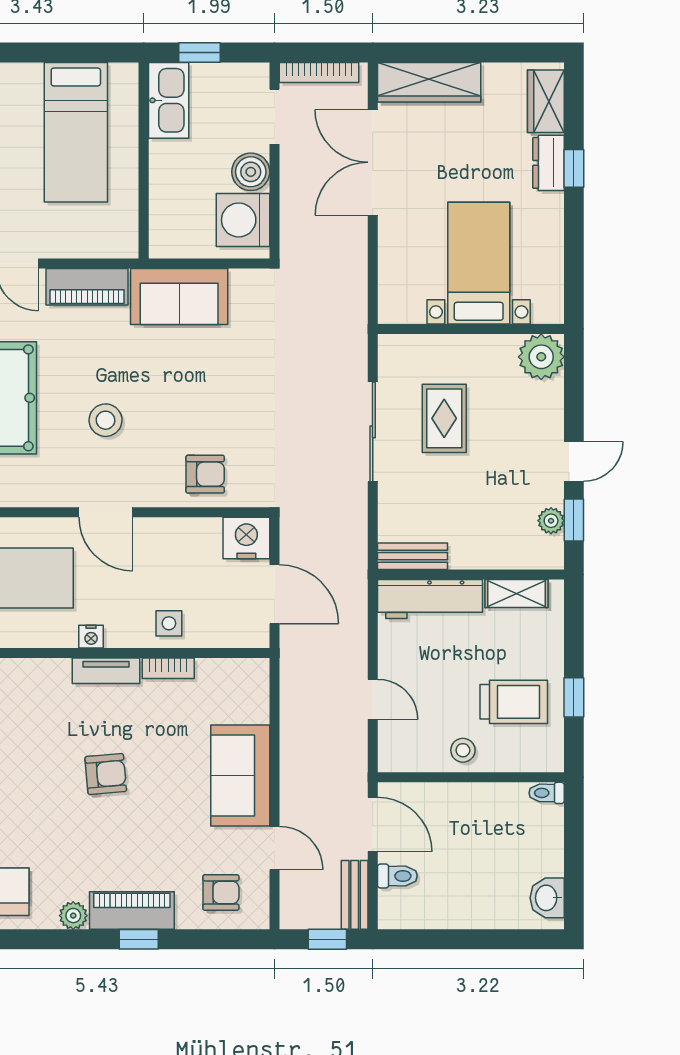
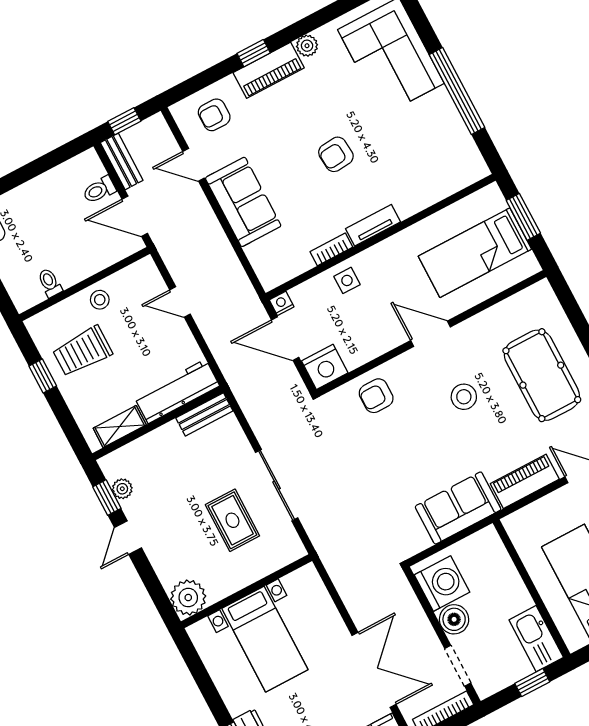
nightstand: (91, 637) -> (282, 303), moved
toilet: (547, 793) -> (50, 283), moved, turned -90

